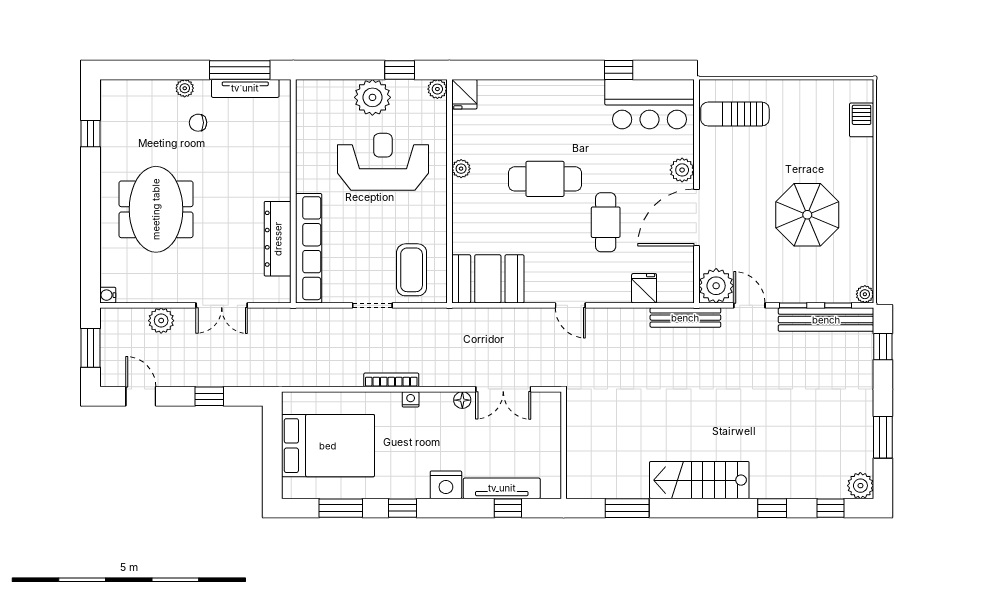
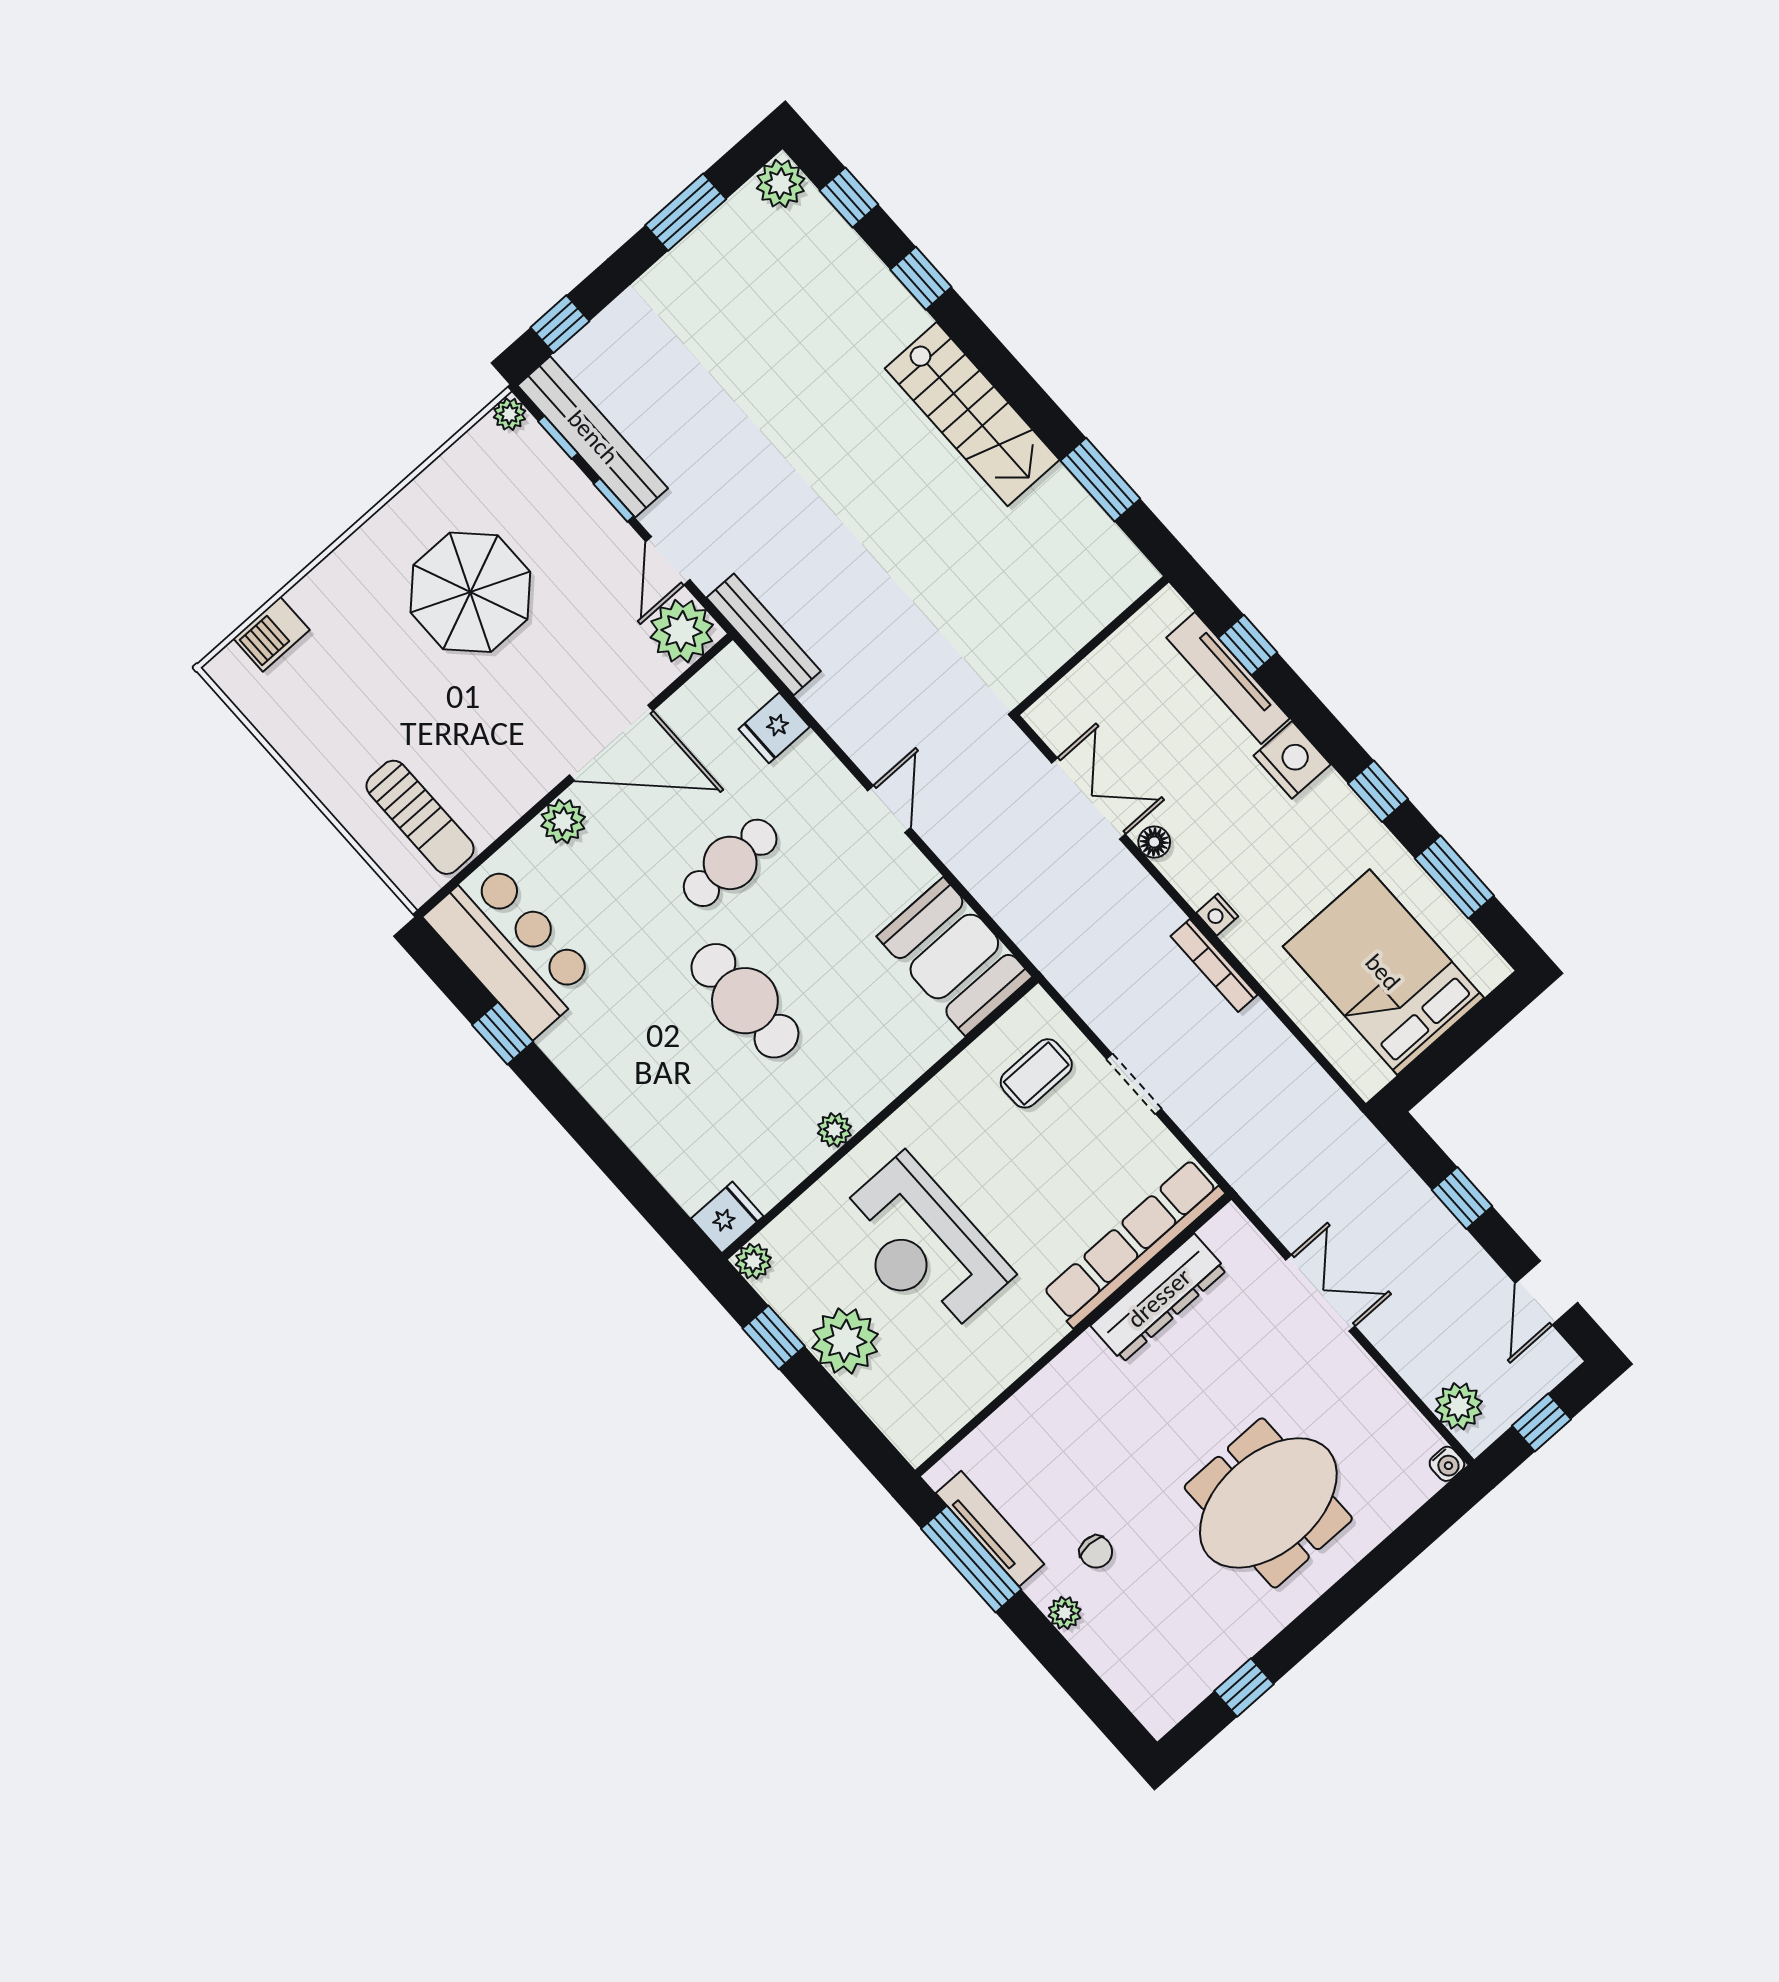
coffee table: (412, 270) -> (1036, 1073), width x0.73, depth x0.77
plant: (161, 321) -> (1459, 1406), moved
window: (91, 348) -> (1542, 1422), width x0.67

